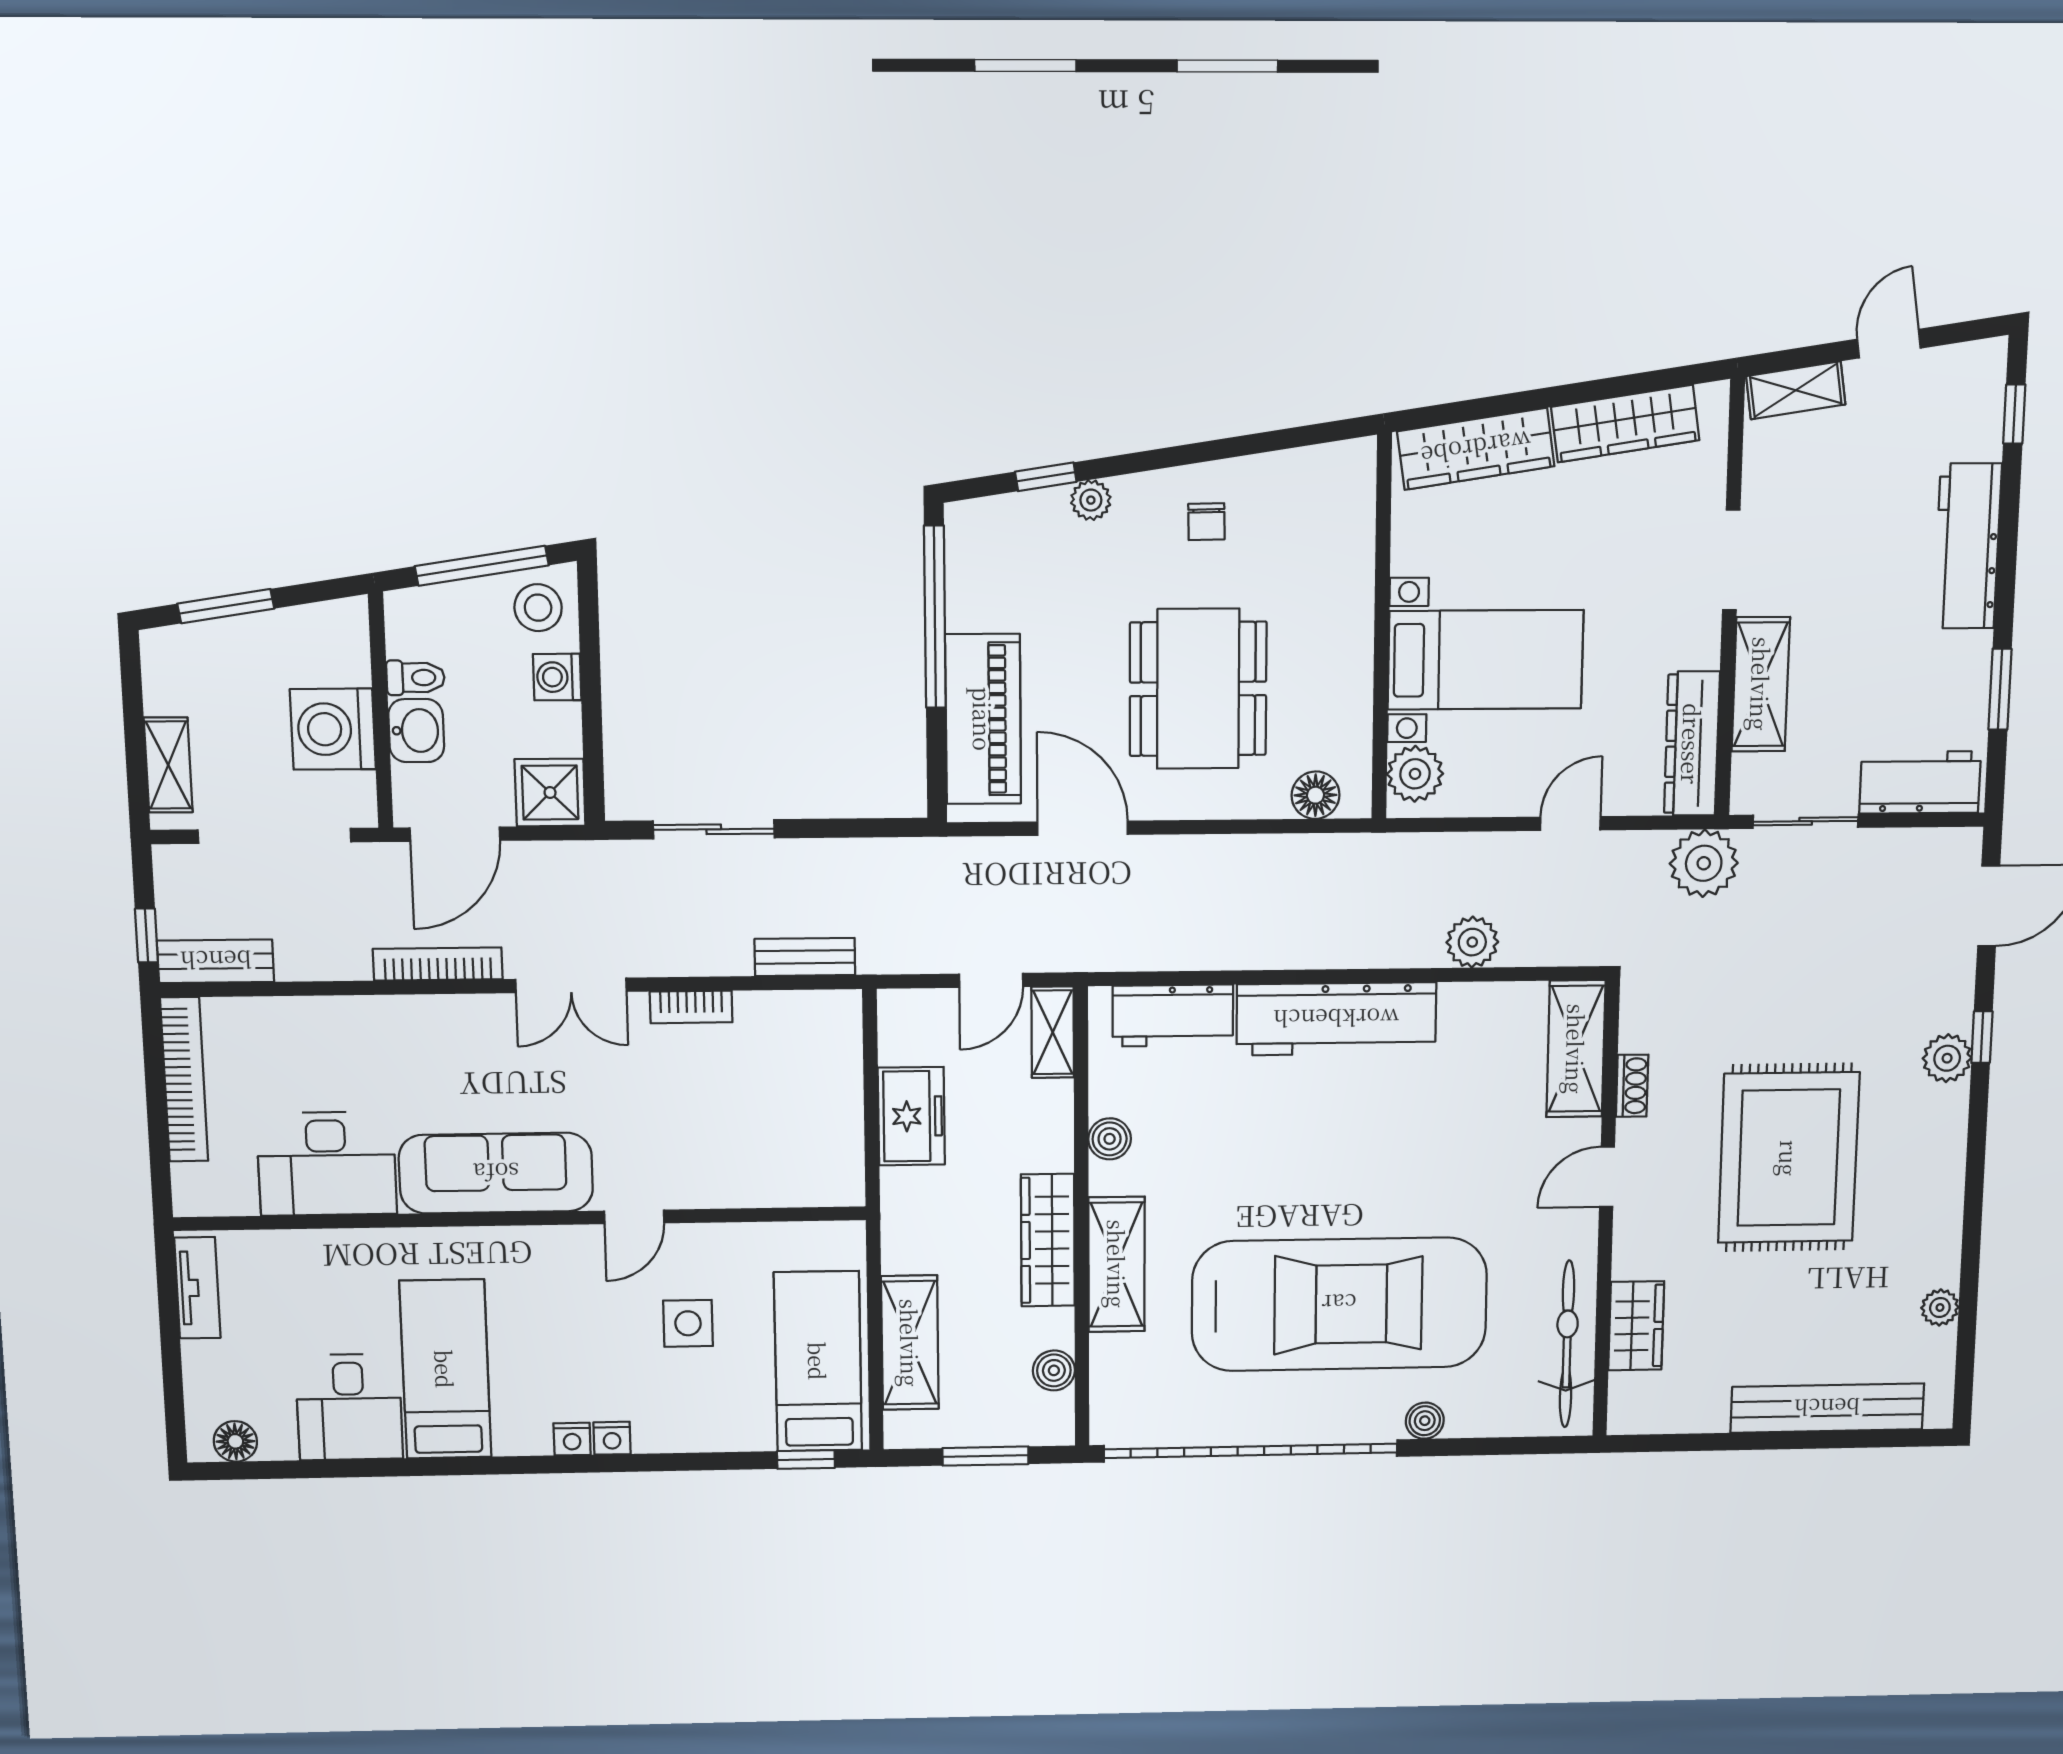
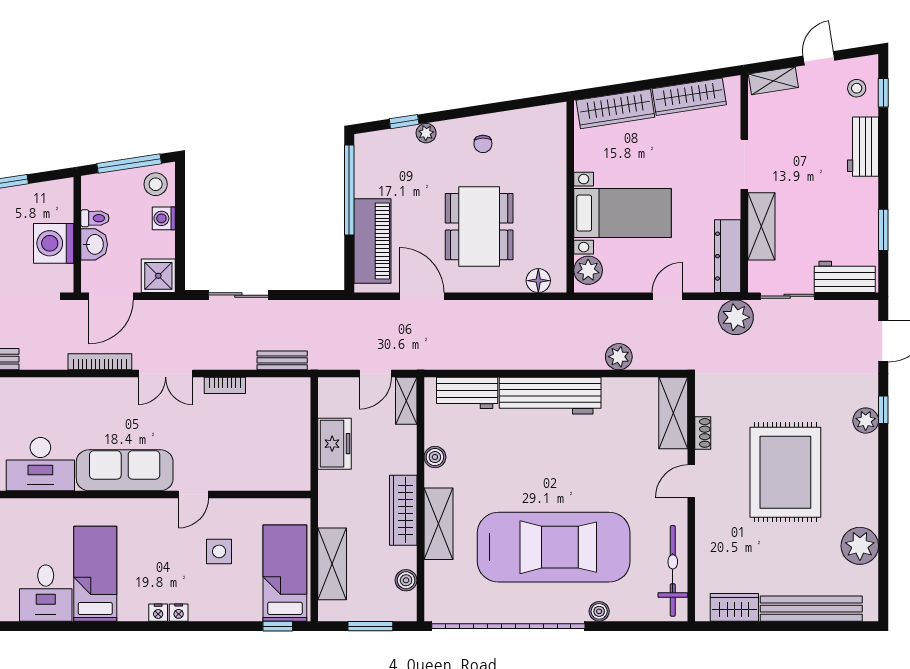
stool: (1962, 405) -> (857, 88), added
workbench: (1967, 546) -> (863, 147), width x0.73
plant: (1940, 1307) -> (860, 546), width x1.88, depth x1.88
wardrobe: (1636, 1326) -> (734, 607), moved, turned -90

